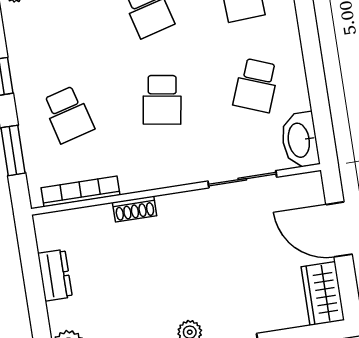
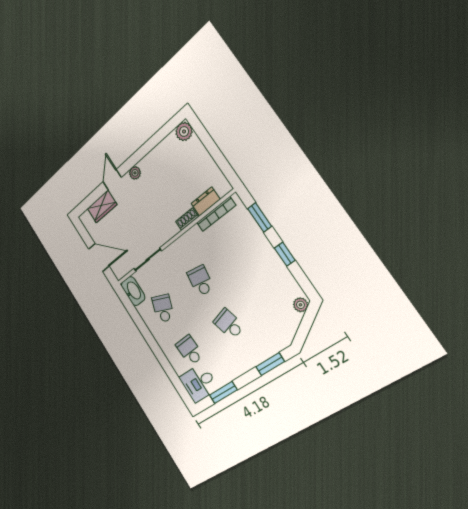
school desk: (68, 114) -> (241, 251), removed
dresser: (55, 275) -> (206, 201), moved, turned 90
wardrobe: (323, 293) -> (102, 206), moved, turned 90

